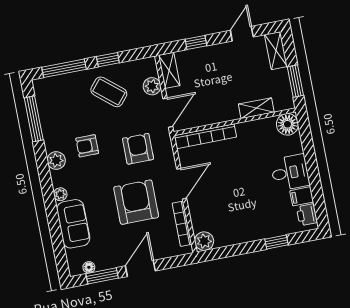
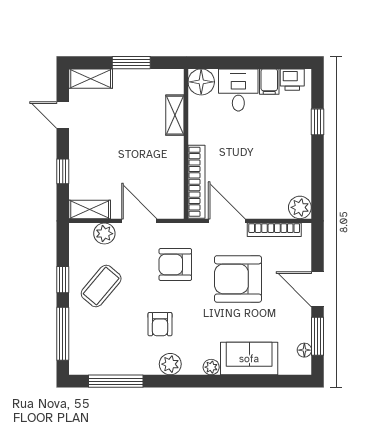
shelving: (256, 108) -> (175, 115), moved
wall: (235, 122) -> (186, 144), moved
floor lamp: (287, 124) -> (201, 82), moved
bookcase: (205, 136) -> (196, 182), moved

